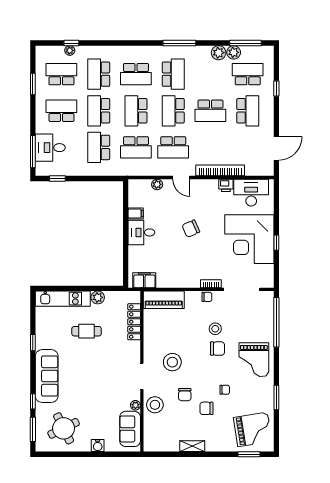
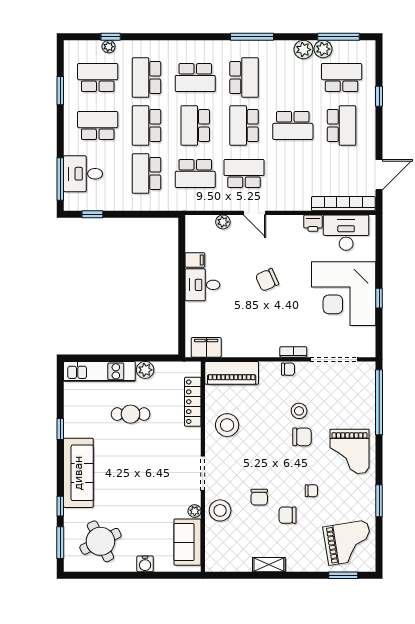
school desk: (173, 147) -> (244, 173), turned 180
bookcase: (220, 170) -> (343, 204), moved
stool: (172, 362) -> (227, 425), moved

